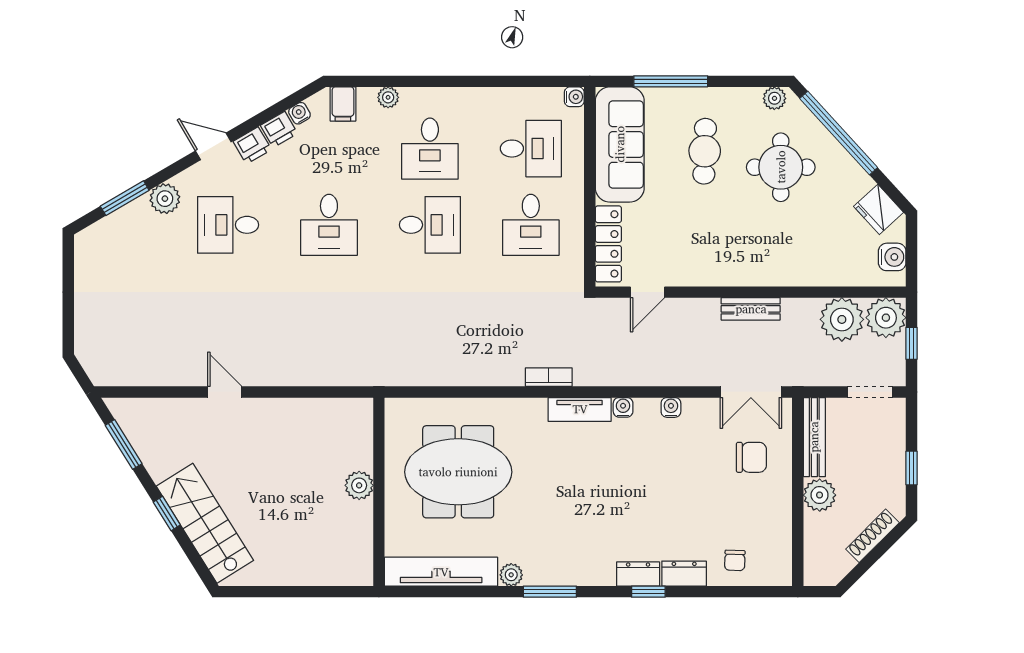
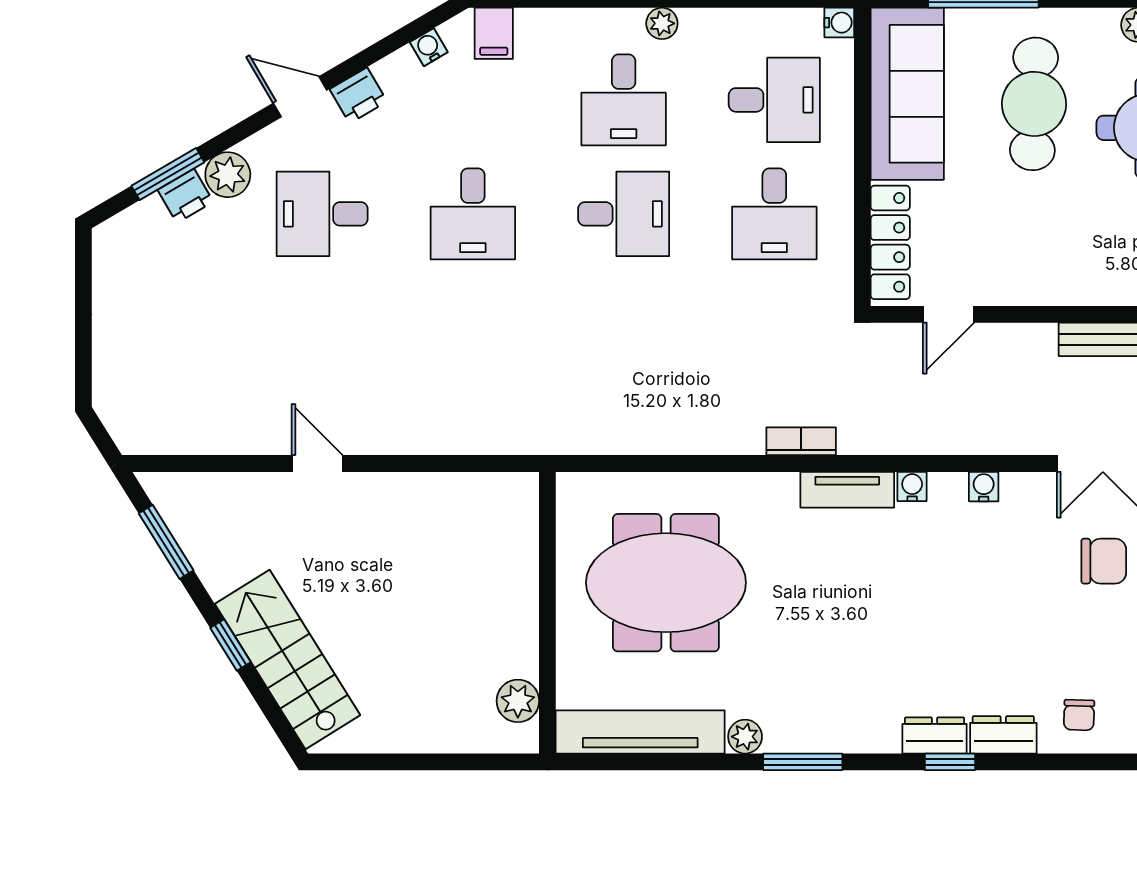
plant: (388, 97) -> (662, 23), moved
printer: (279, 129) -> (185, 196), moved
cafe table: (705, 151) -> (1034, 104), width x1.37, depth x1.35
plant: (359, 485) -> (518, 701), moved

